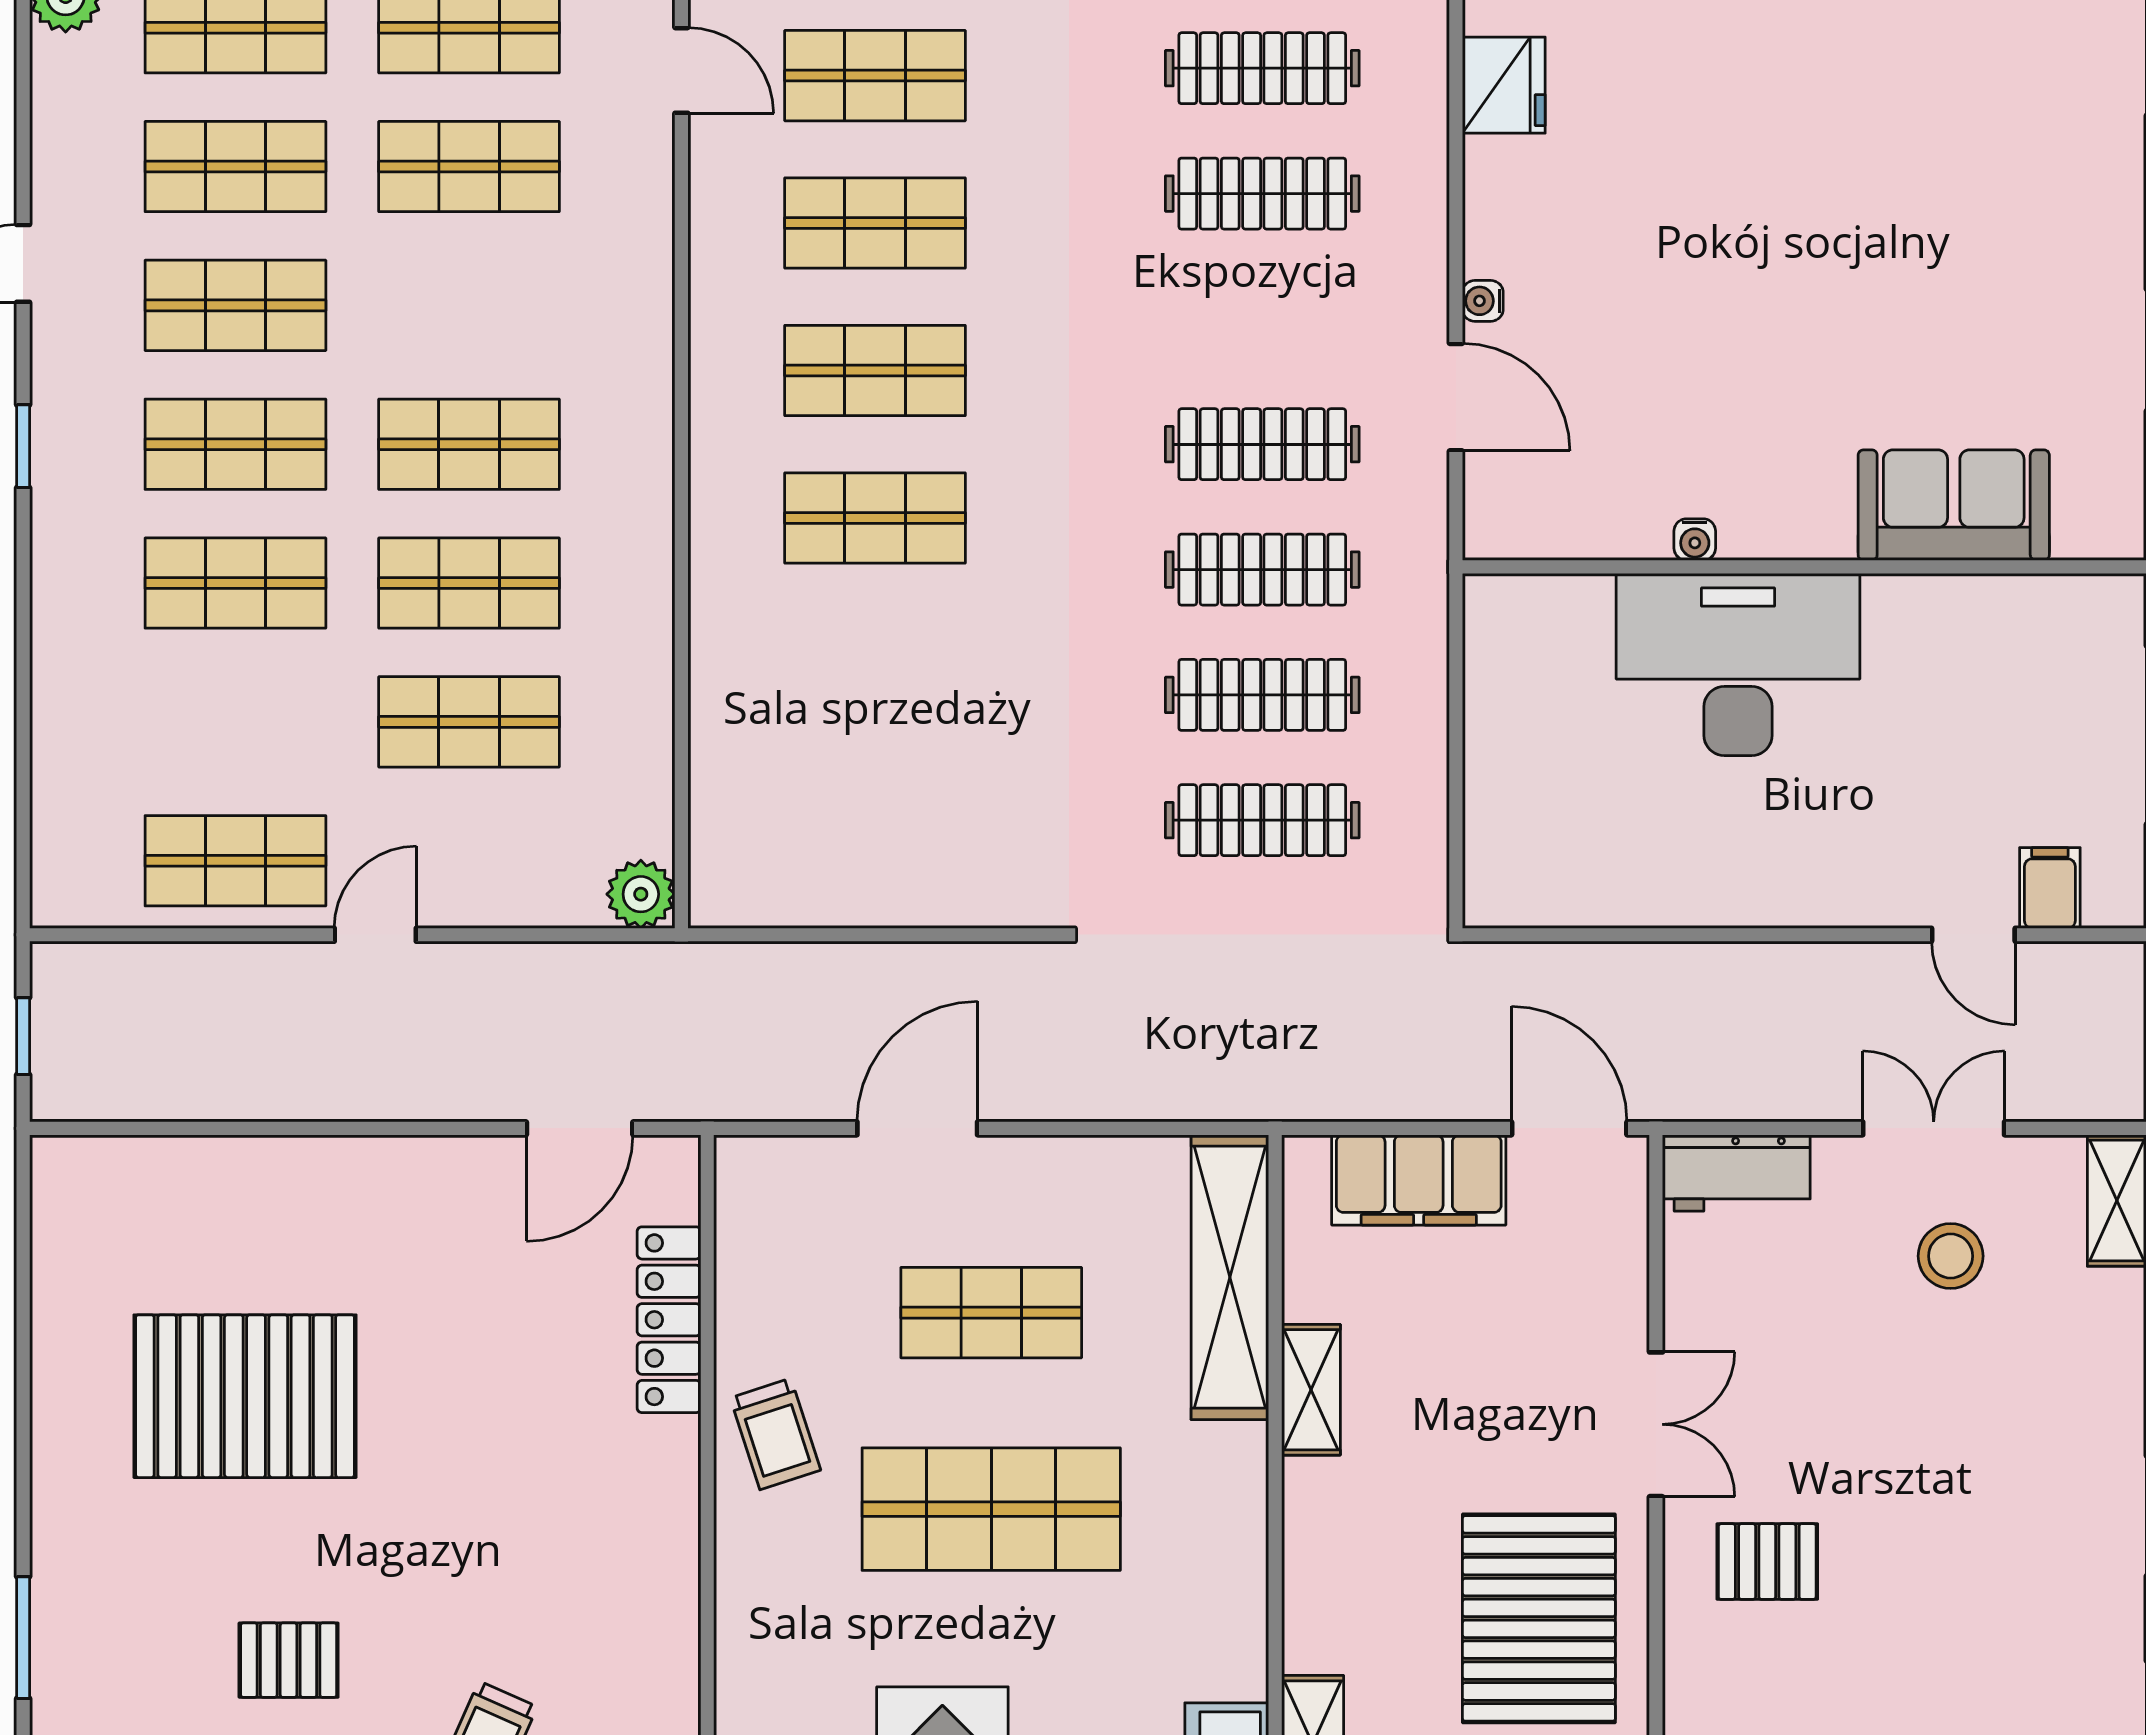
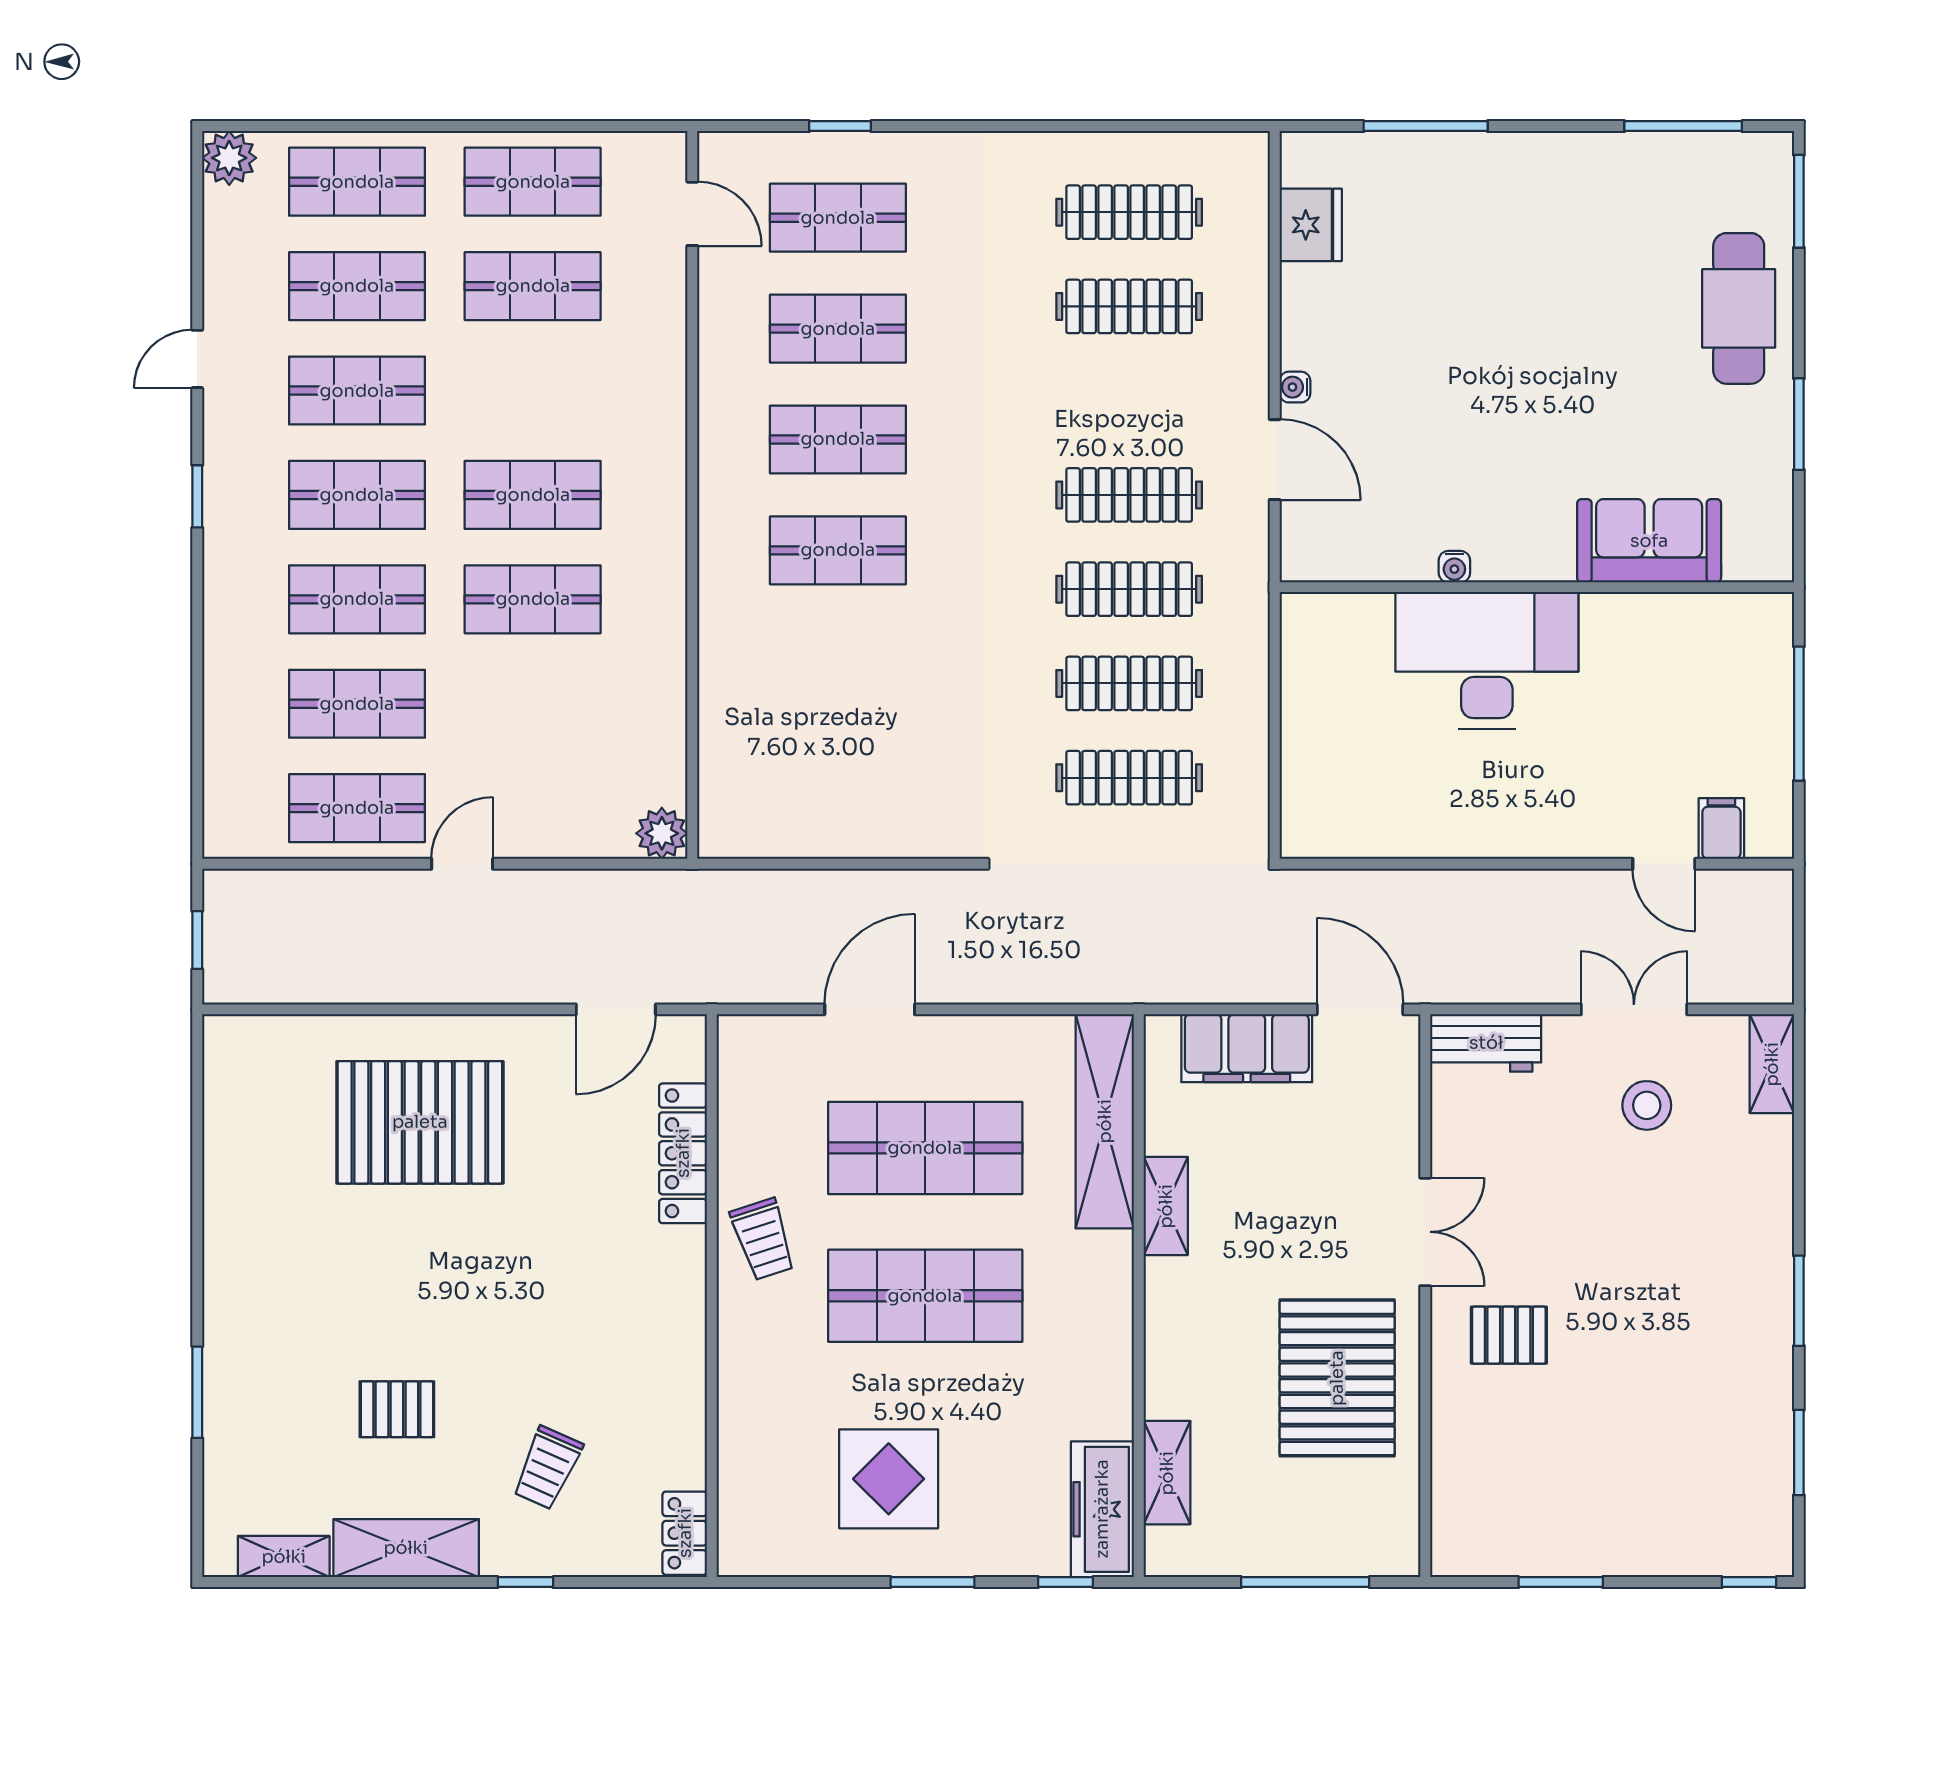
cafe table: (2073, 196) -> (1739, 308), added
shop shelf: (469, 722) -> (357, 704), moved
shop shelf: (991, 1313) -> (925, 1148), width x1.43, depth x1.36
pallet: (245, 1396) -> (420, 1122), moved

